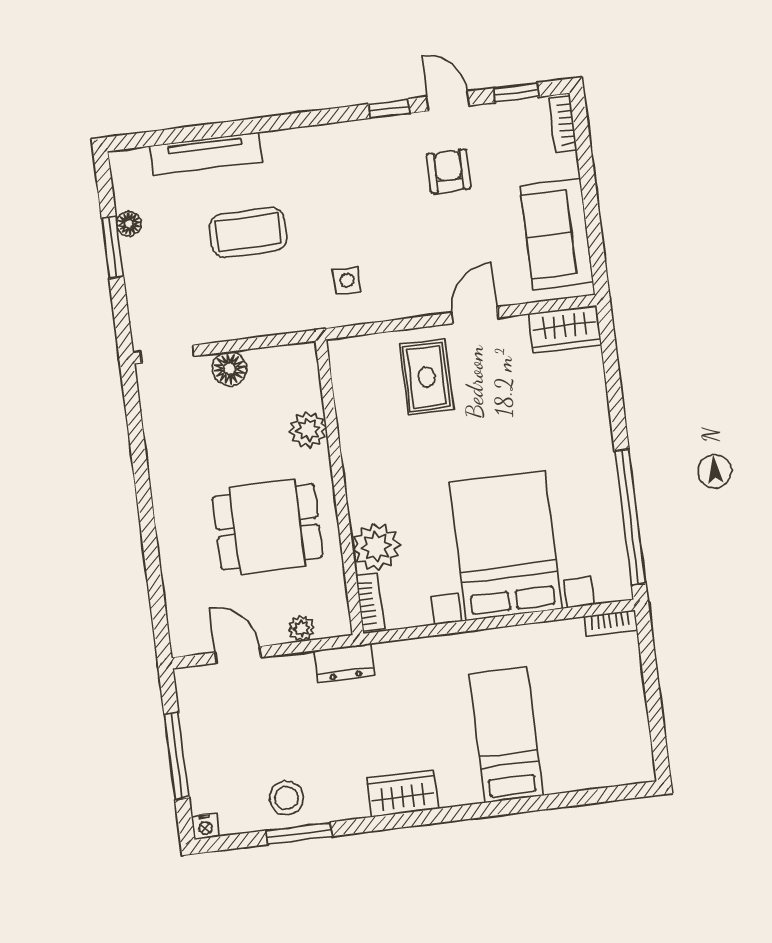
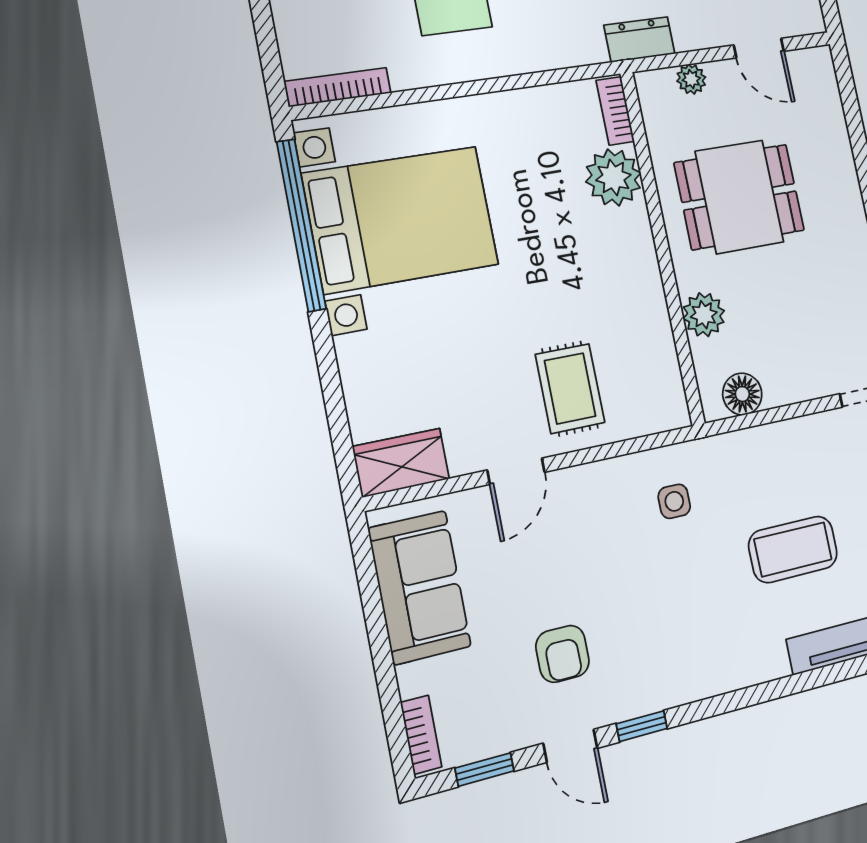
floor lamp: (229, 369) -> (742, 394), moved
bed with nightstands: (506, 545) -> (401, 219), moved, turned -90
bookcase: (611, 623) -> (338, 87), width x1.56

